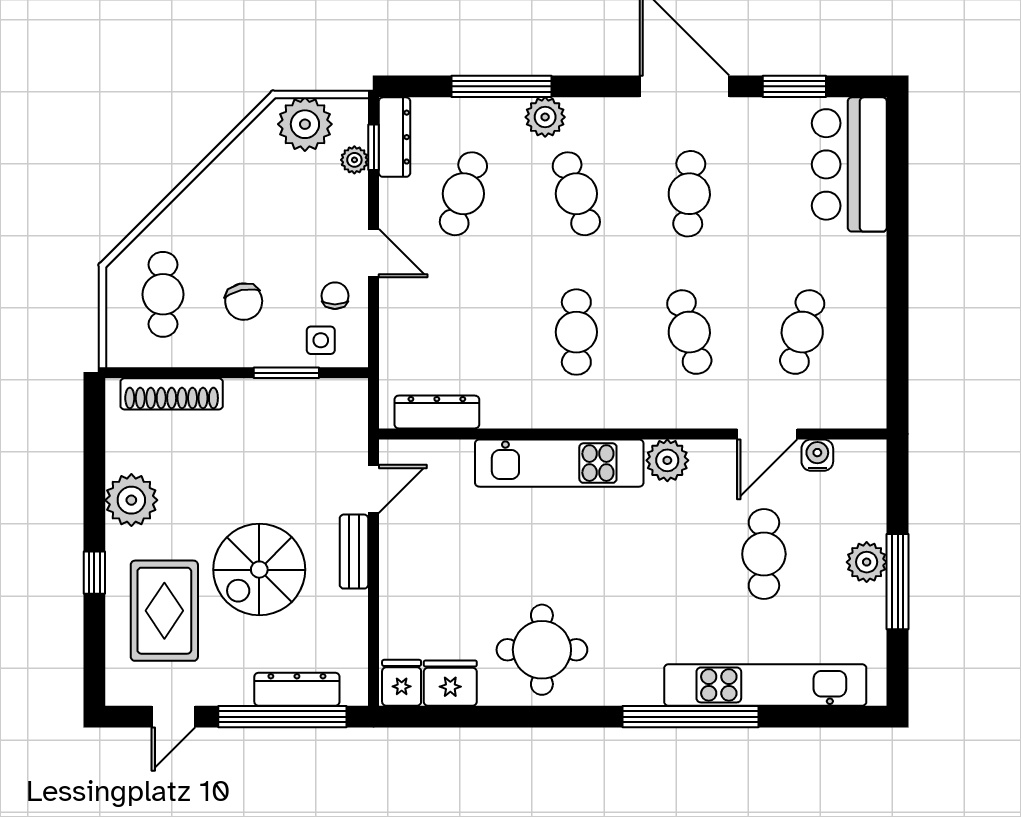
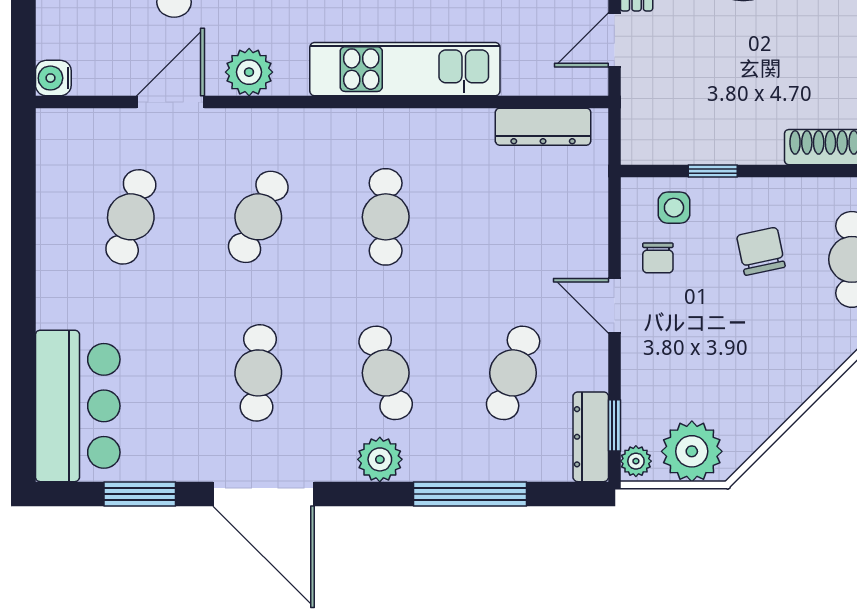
plant: (545, 117) -> (380, 459), moved
plant: (354, 160) -> (636, 461), moved
cafe table: (689, 332) -> (258, 217), turned 39
window: (286, 373) -> (713, 171), width x0.67
water cooler: (817, 455) -> (53, 78), moved, turned 90
plant: (667, 460) -> (249, 72), moved

